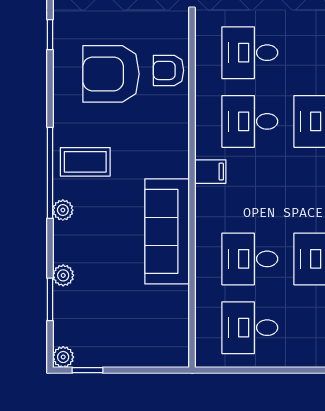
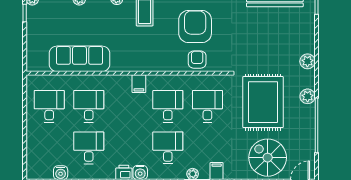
sofa: (167, 231) -> (79, 59), moved

